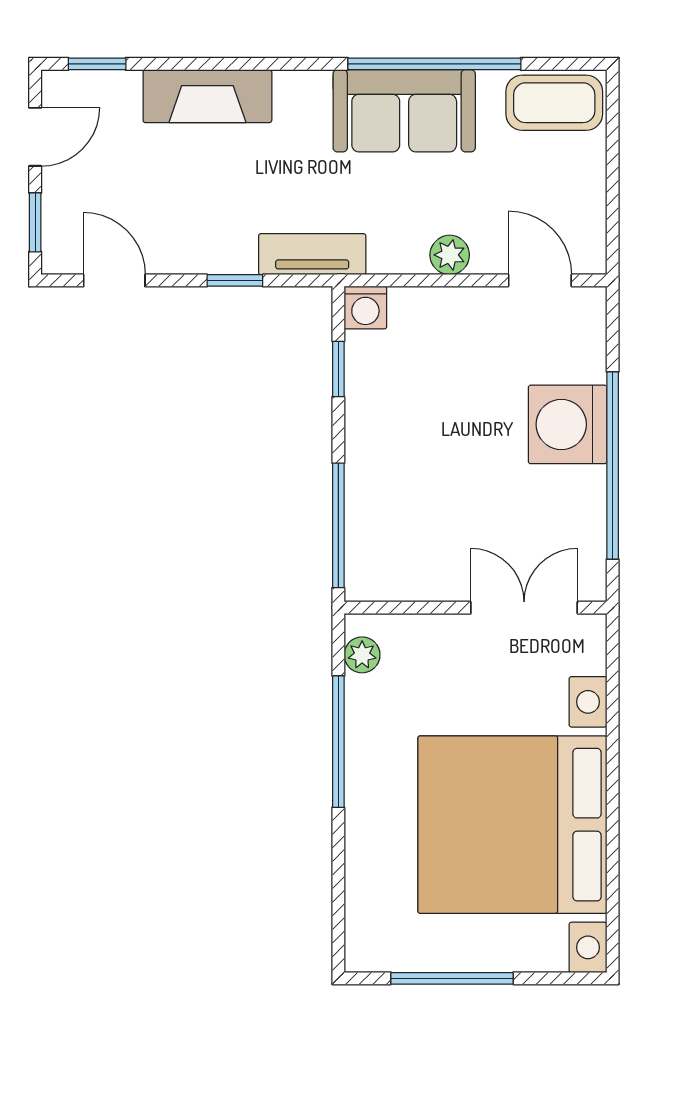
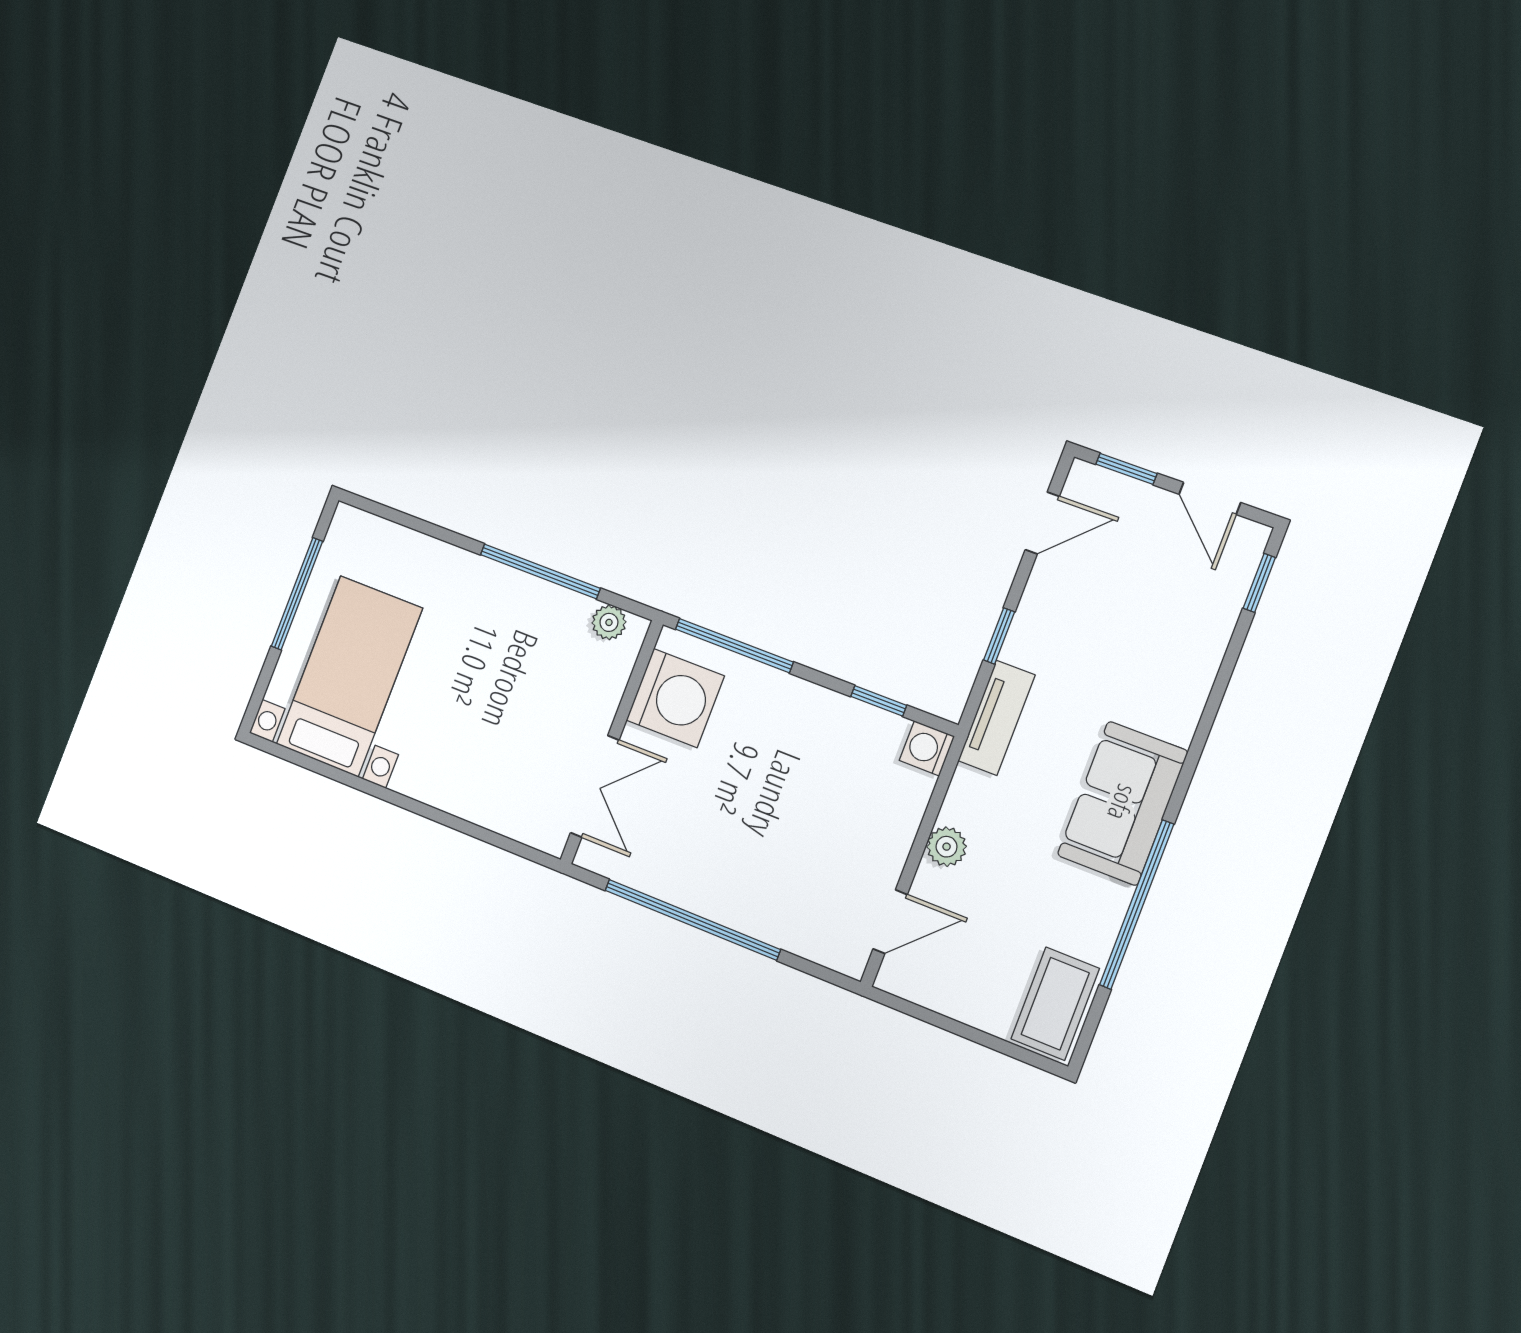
fireplace: (207, 96) -> (1187, 676), removed
sofa: (404, 111) -> (1123, 803), moved
washing machine: (568, 424) -> (675, 698), moved, turned 90
bed with nightstands: (512, 825) -> (349, 676), width x0.54

